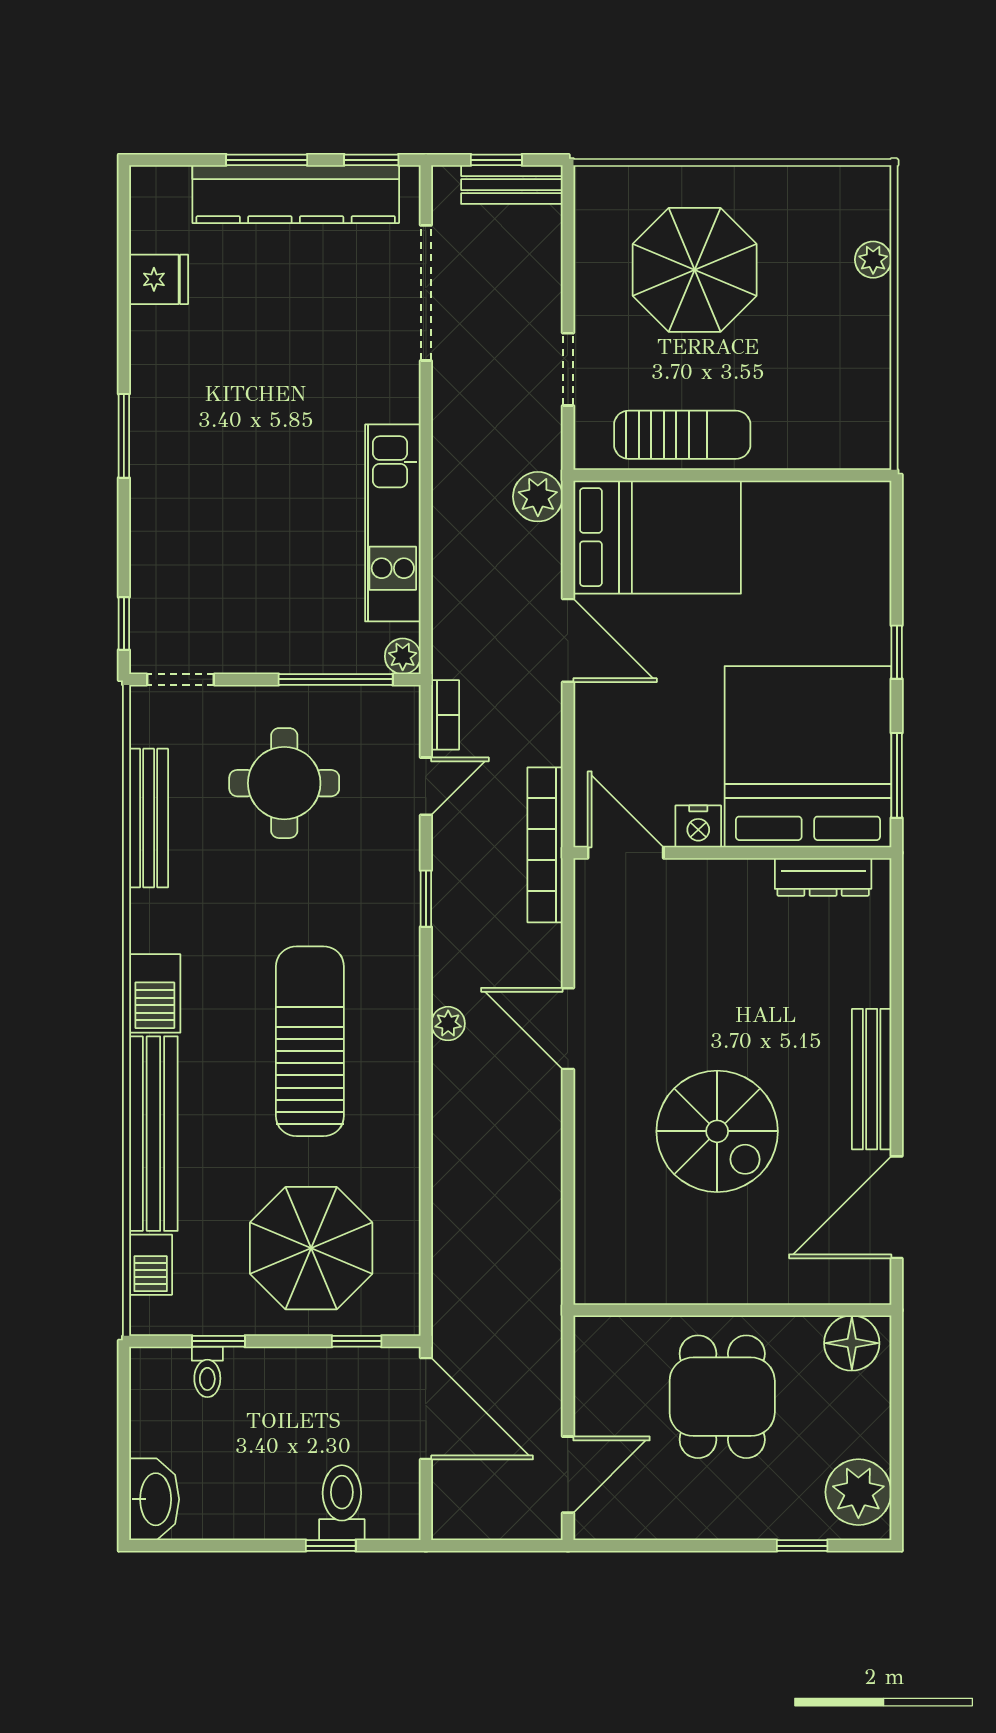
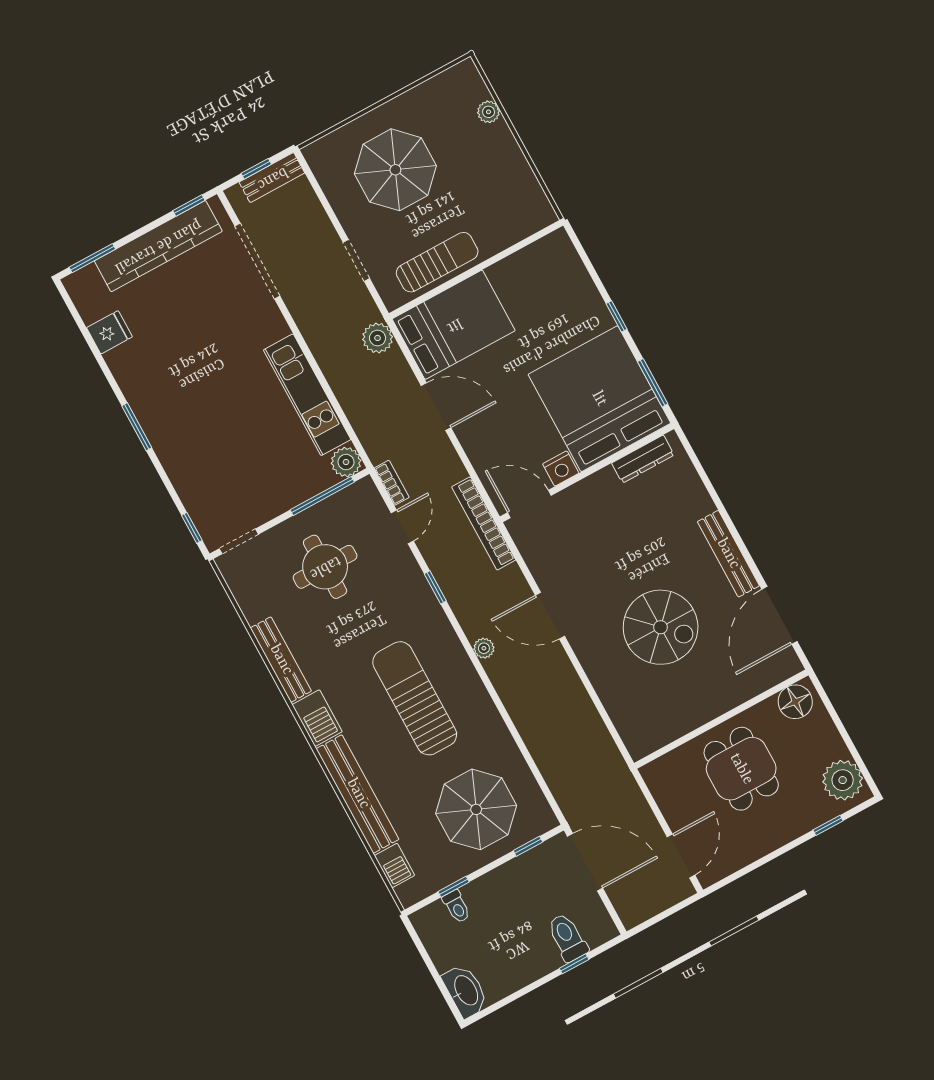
window: (267, 160) -> (92, 258), moved
plant: (403, 656) -> (346, 462), width x1.38, depth x1.38
bench: (149, 818) -> (281, 660), moved

